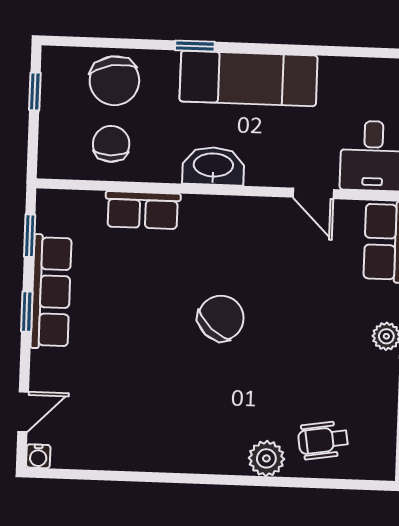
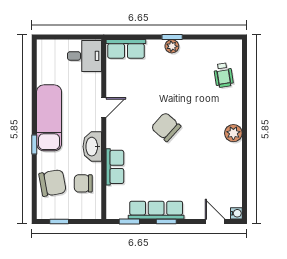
washbasin: (213, 166) -> (92, 147), moved
door: (313, 193) -> (104, 108), moved
plant: (266, 458) -> (233, 133), moved

